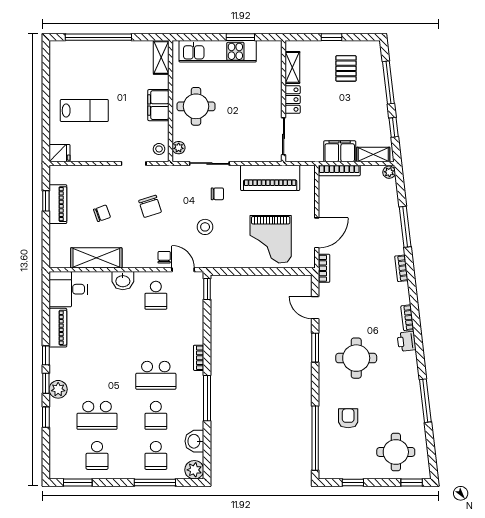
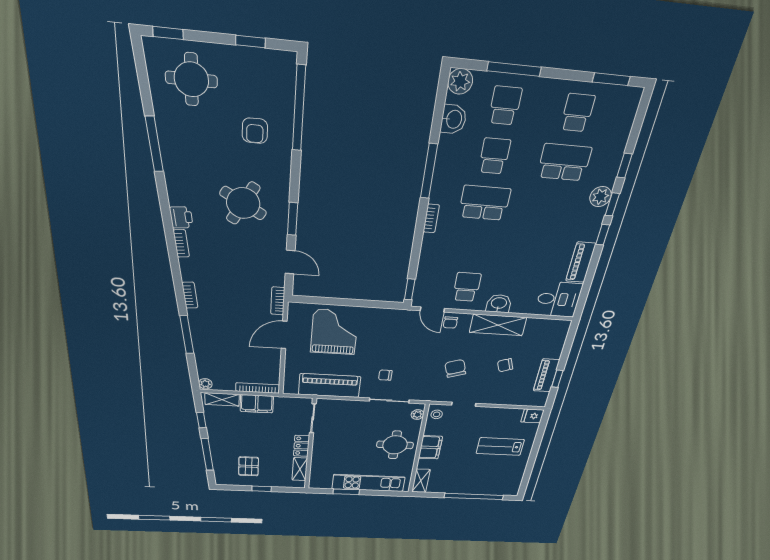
stool: (205, 227) -> (402, 347), removed
shelving: (96, 258) -> (498, 325), moved
round table: (356, 358) -> (243, 203), turned 30

